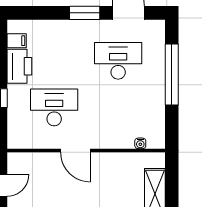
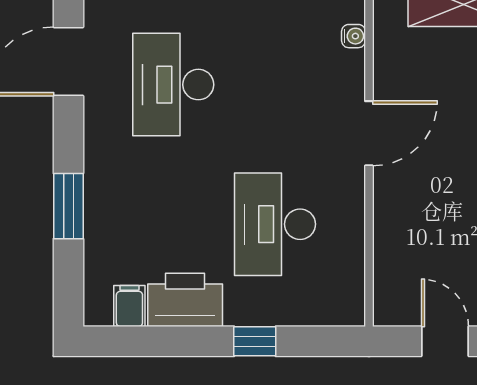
window: (85, 13) -> (68, 206), moved
door: (75, 150) -> (369, 133), moved

